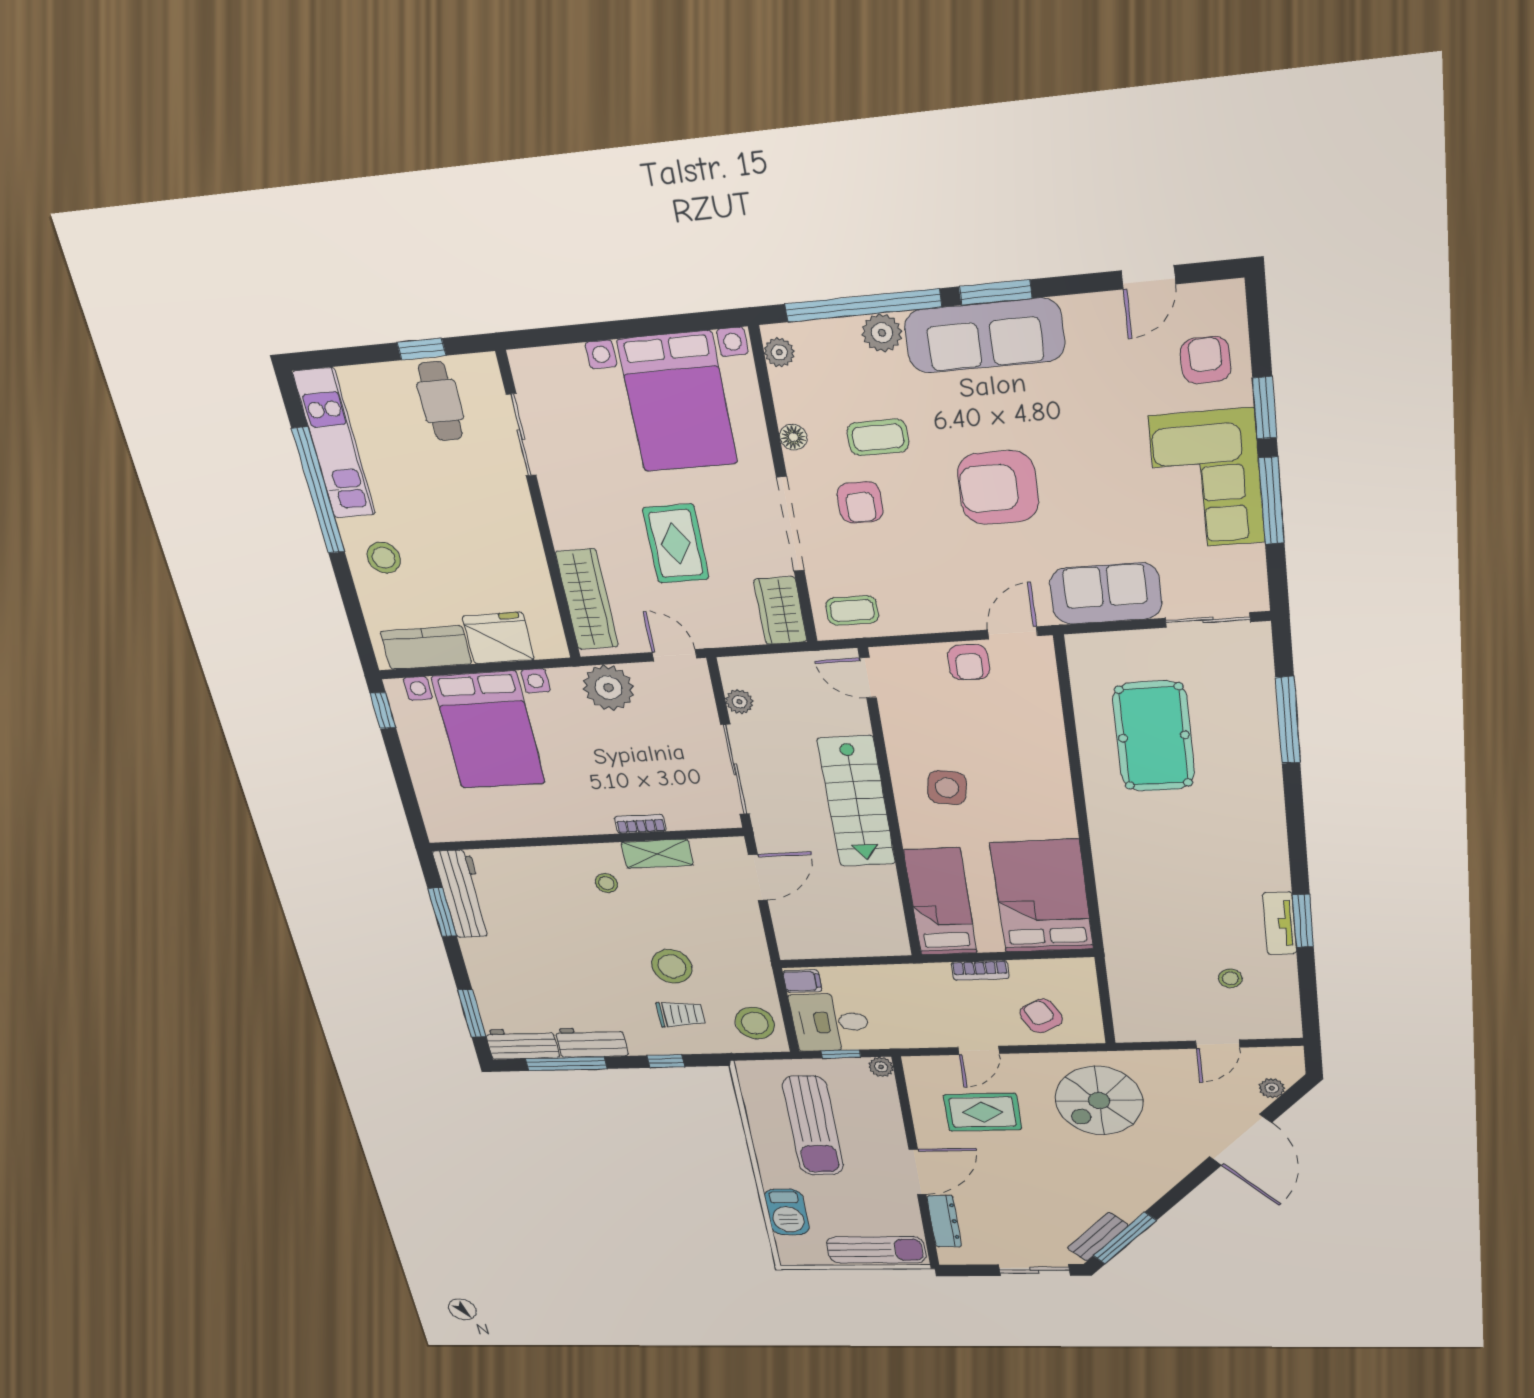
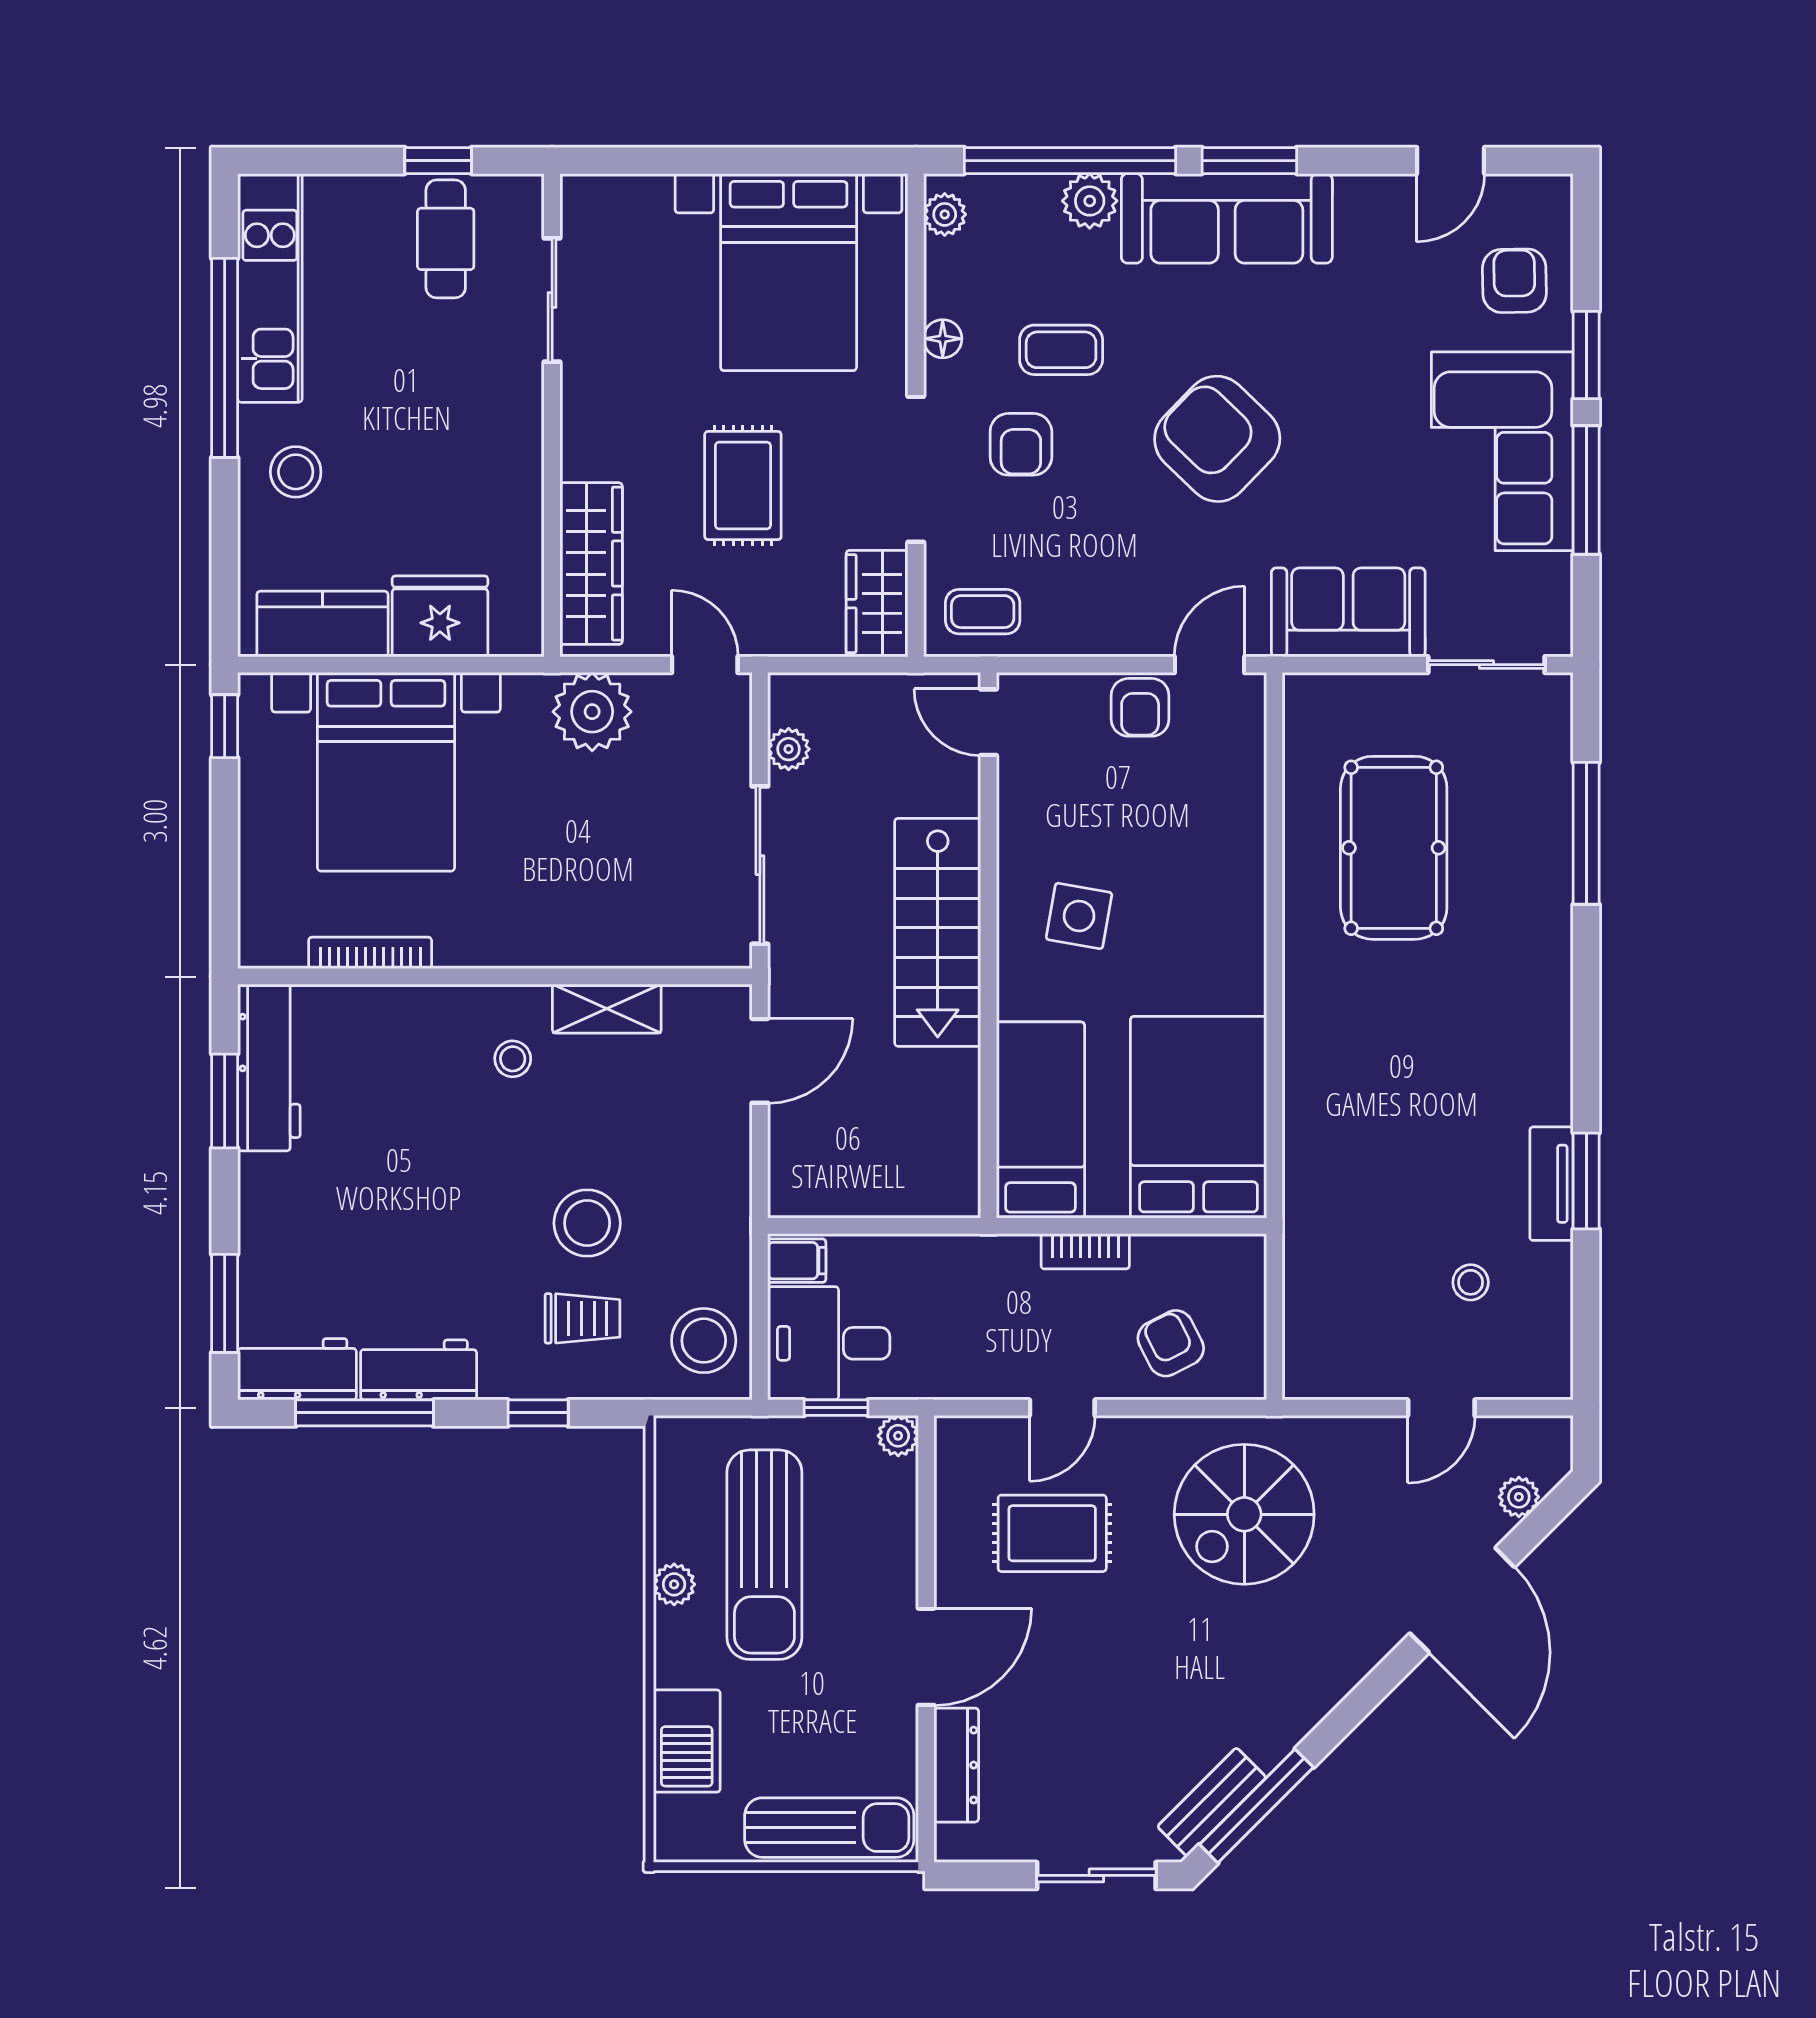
armchair: (998, 488) -> (1217, 439), turned 44
bookcase: (640, 824) -> (370, 953), moved, width x1.56
plant: (764, 1141) -> (674, 1584), added

